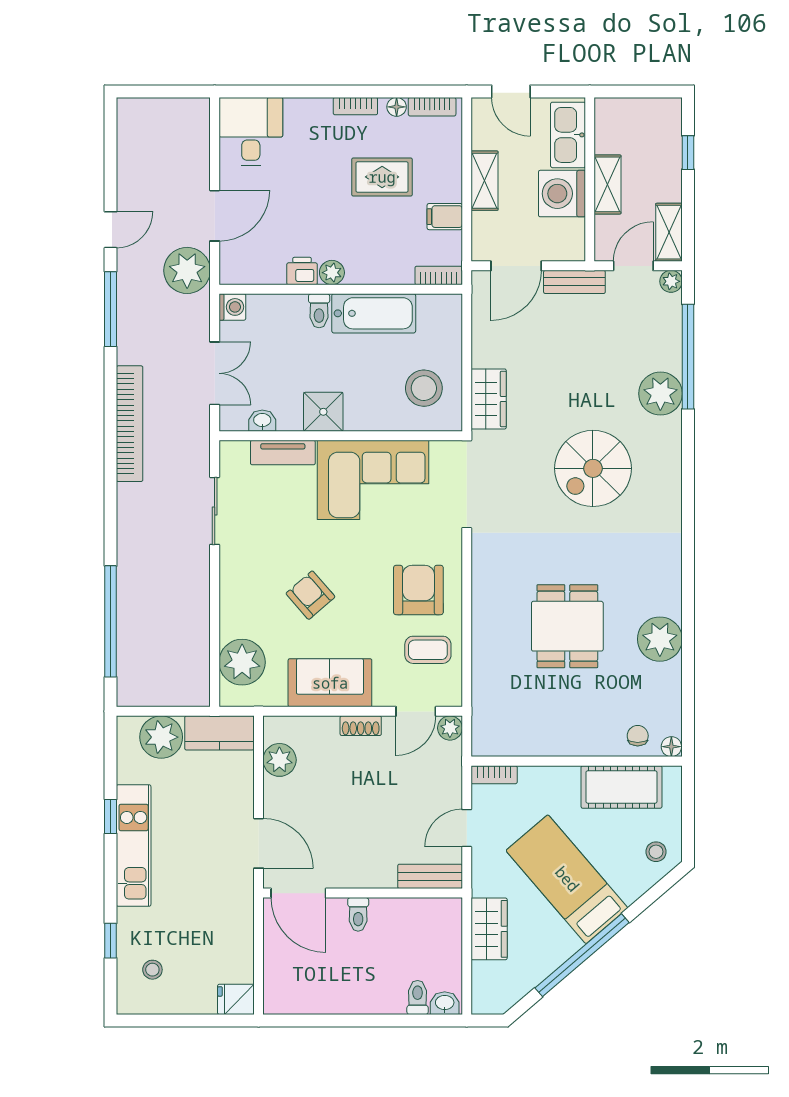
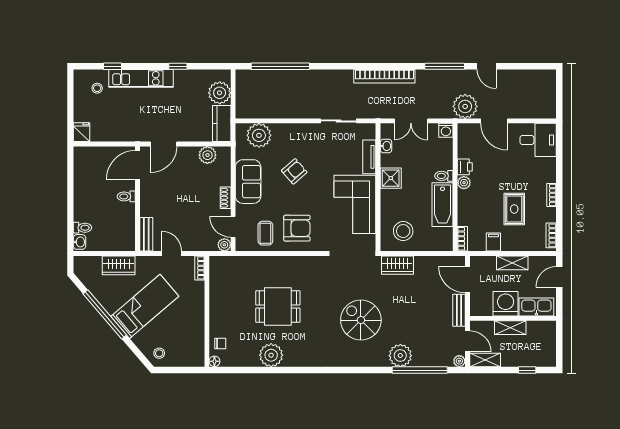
floor lamp: (397, 107) -> (551, 217), removed
cot: (621, 787) -> (193, 335), removed
kitchen unit: (134, 845) -> (141, 78), moved

